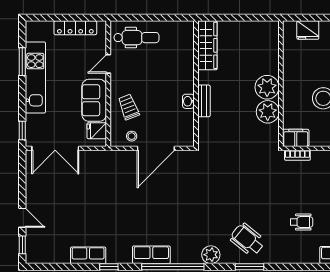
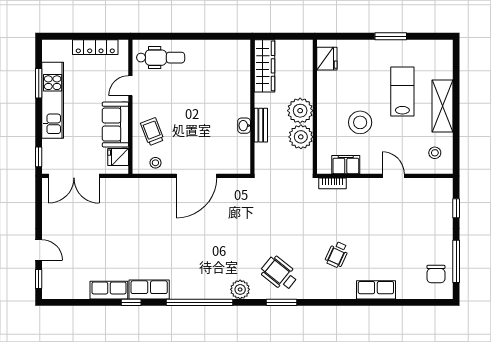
fridge: (308, 30) -> (327, 59), moved, turned -90
wardrobe: (207, 45) -> (264, 66), moved
wall: (196, 84) -> (252, 107), moved
washbasin: (188, 101) -> (244, 126), moved
bench: (204, 101) -> (261, 125), moved
filing cabinet: (296, 138) -> (346, 165), moved
door: (156, 148) -> (196, 176), moved
wheelchair: (302, 222) -> (337, 255), turned 115
row of seats: (151, 255) -> (149, 290), moved

